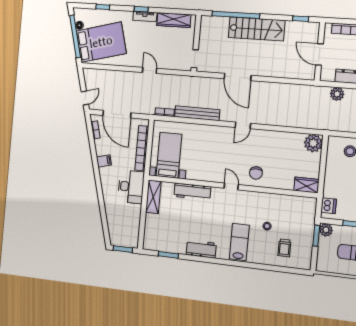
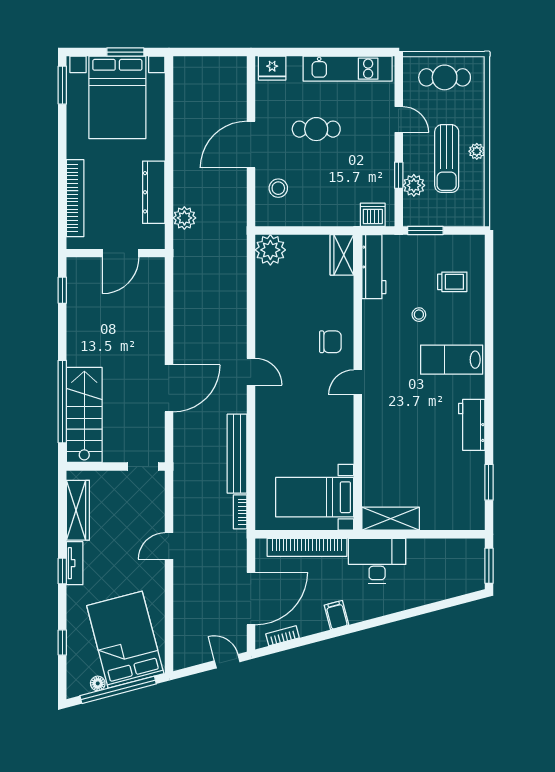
stairs: (257, 29) -> (84, 415), moved
workbench: (192, 192) -> (374, 267), moved
plant: (326, 230) -> (414, 185), moved

